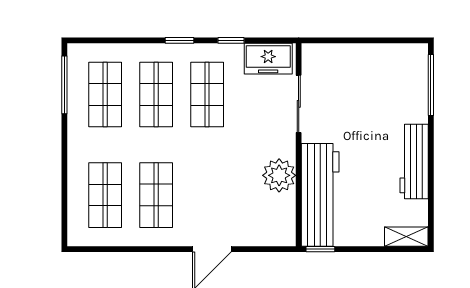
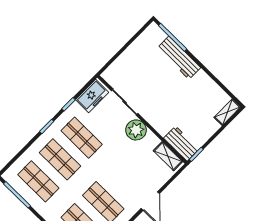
workbench: (414, 161) -> (179, 58), moved
plant: (279, 175) -> (136, 130), moved
workbench: (320, 195) -> (181, 144), width x0.53, depth x0.76
shelving: (285, 218) -> (168, 156), added

